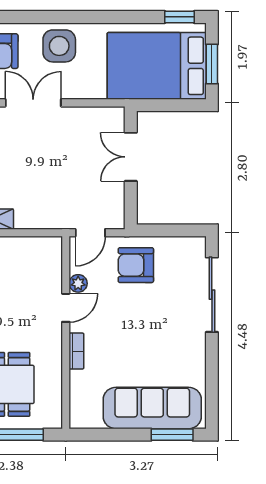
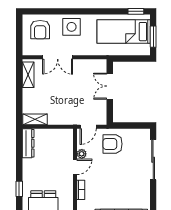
bed: (157, 66) -> (124, 32), width x0.67
double door: (33, 103) -> (58, 57), swing flipped

